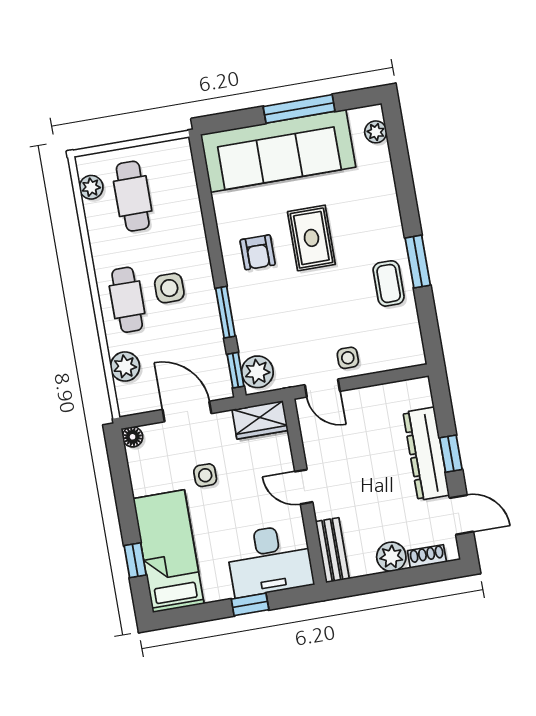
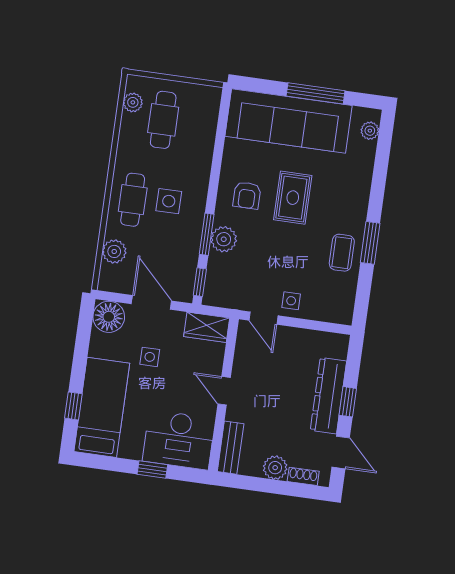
plant: (257, 372) -> (224, 239), moved
floor lamp: (133, 437) -> (109, 317), width x1.89, depth x1.89

